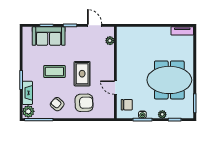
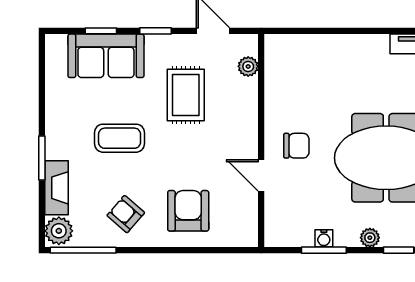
rug: (82, 74) -> (186, 95), moved
armchair: (84, 103) -> (188, 211), turned -88
chair: (127, 105) -> (296, 146), moved

